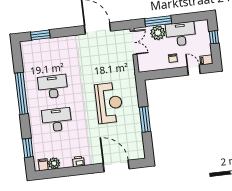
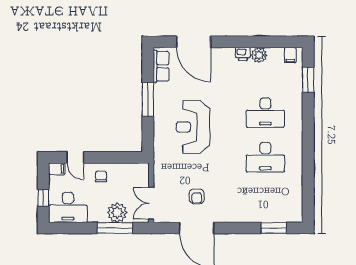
desk: (181, 34) -> (68, 207), moved
armchair: (100, 52) -> (197, 196), added
window: (21, 93) -> (308, 153), removed
row of seats: (138, 145) -> (161, 66), added
plant: (54, 163) -> (259, 55), moved

